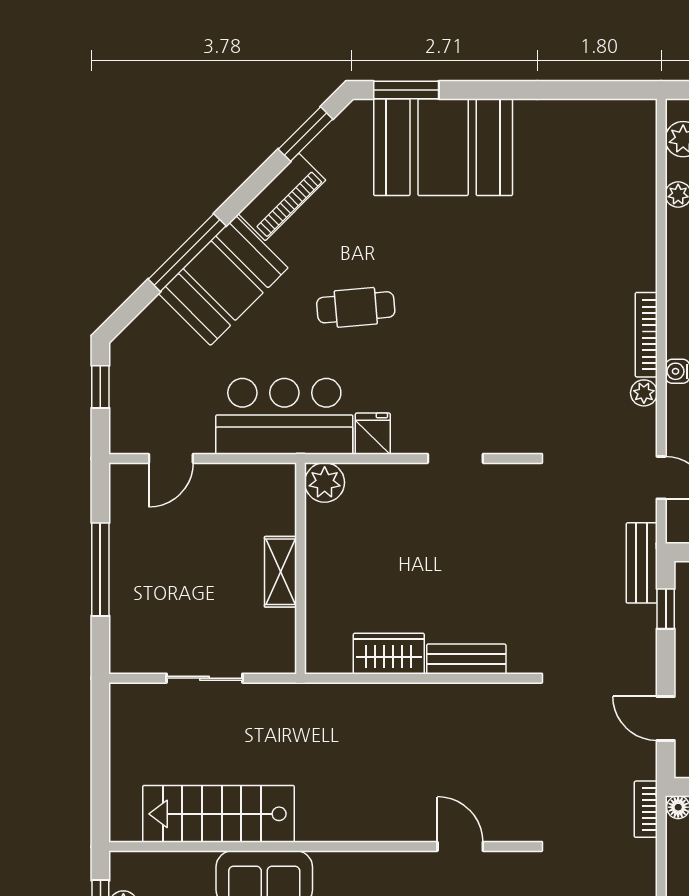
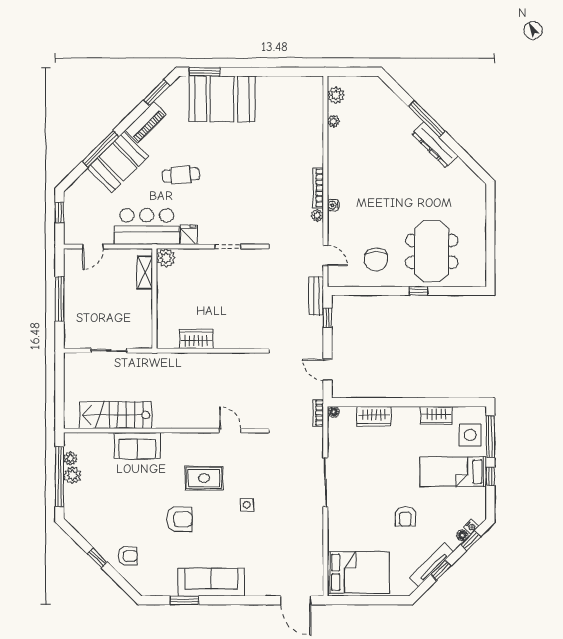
shelving: (281, 572) -> (145, 272), moved
bench: (466, 659) -> (233, 342), removed

